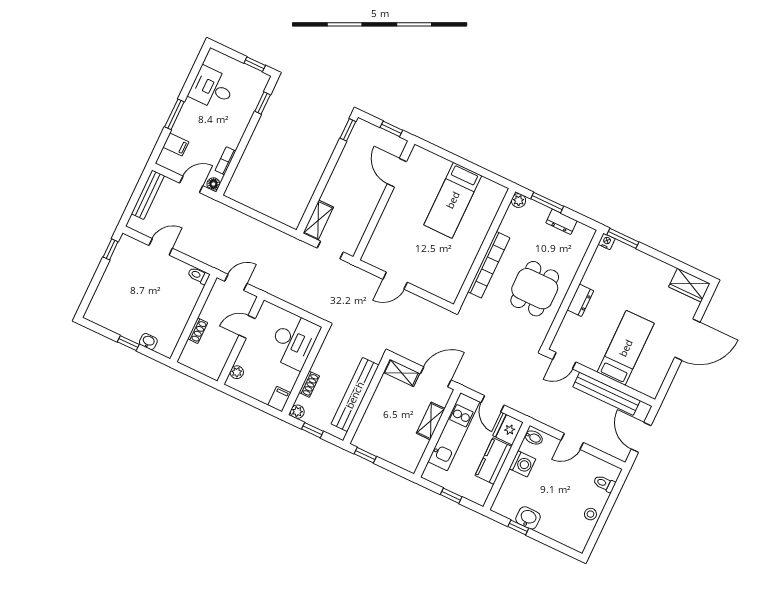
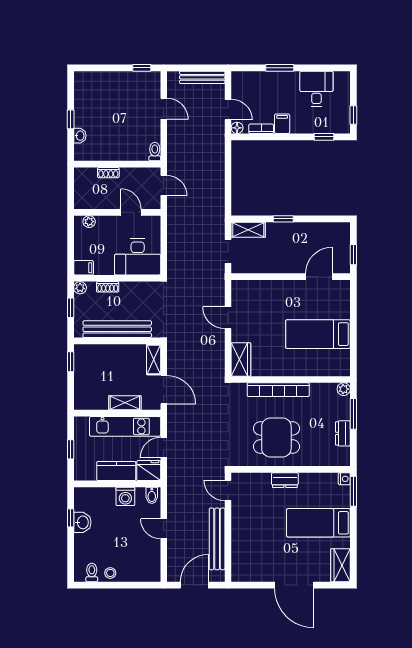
window: (348, 130) -> (283, 219), moved
filing cabinet: (176, 144) -> (282, 124), moved, turned 180
wardrobe: (442, 287) -> (241, 359), added
bed: (626, 348) -> (318, 523), moved, turned 180
toilet: (604, 484) -> (92, 572), moved

